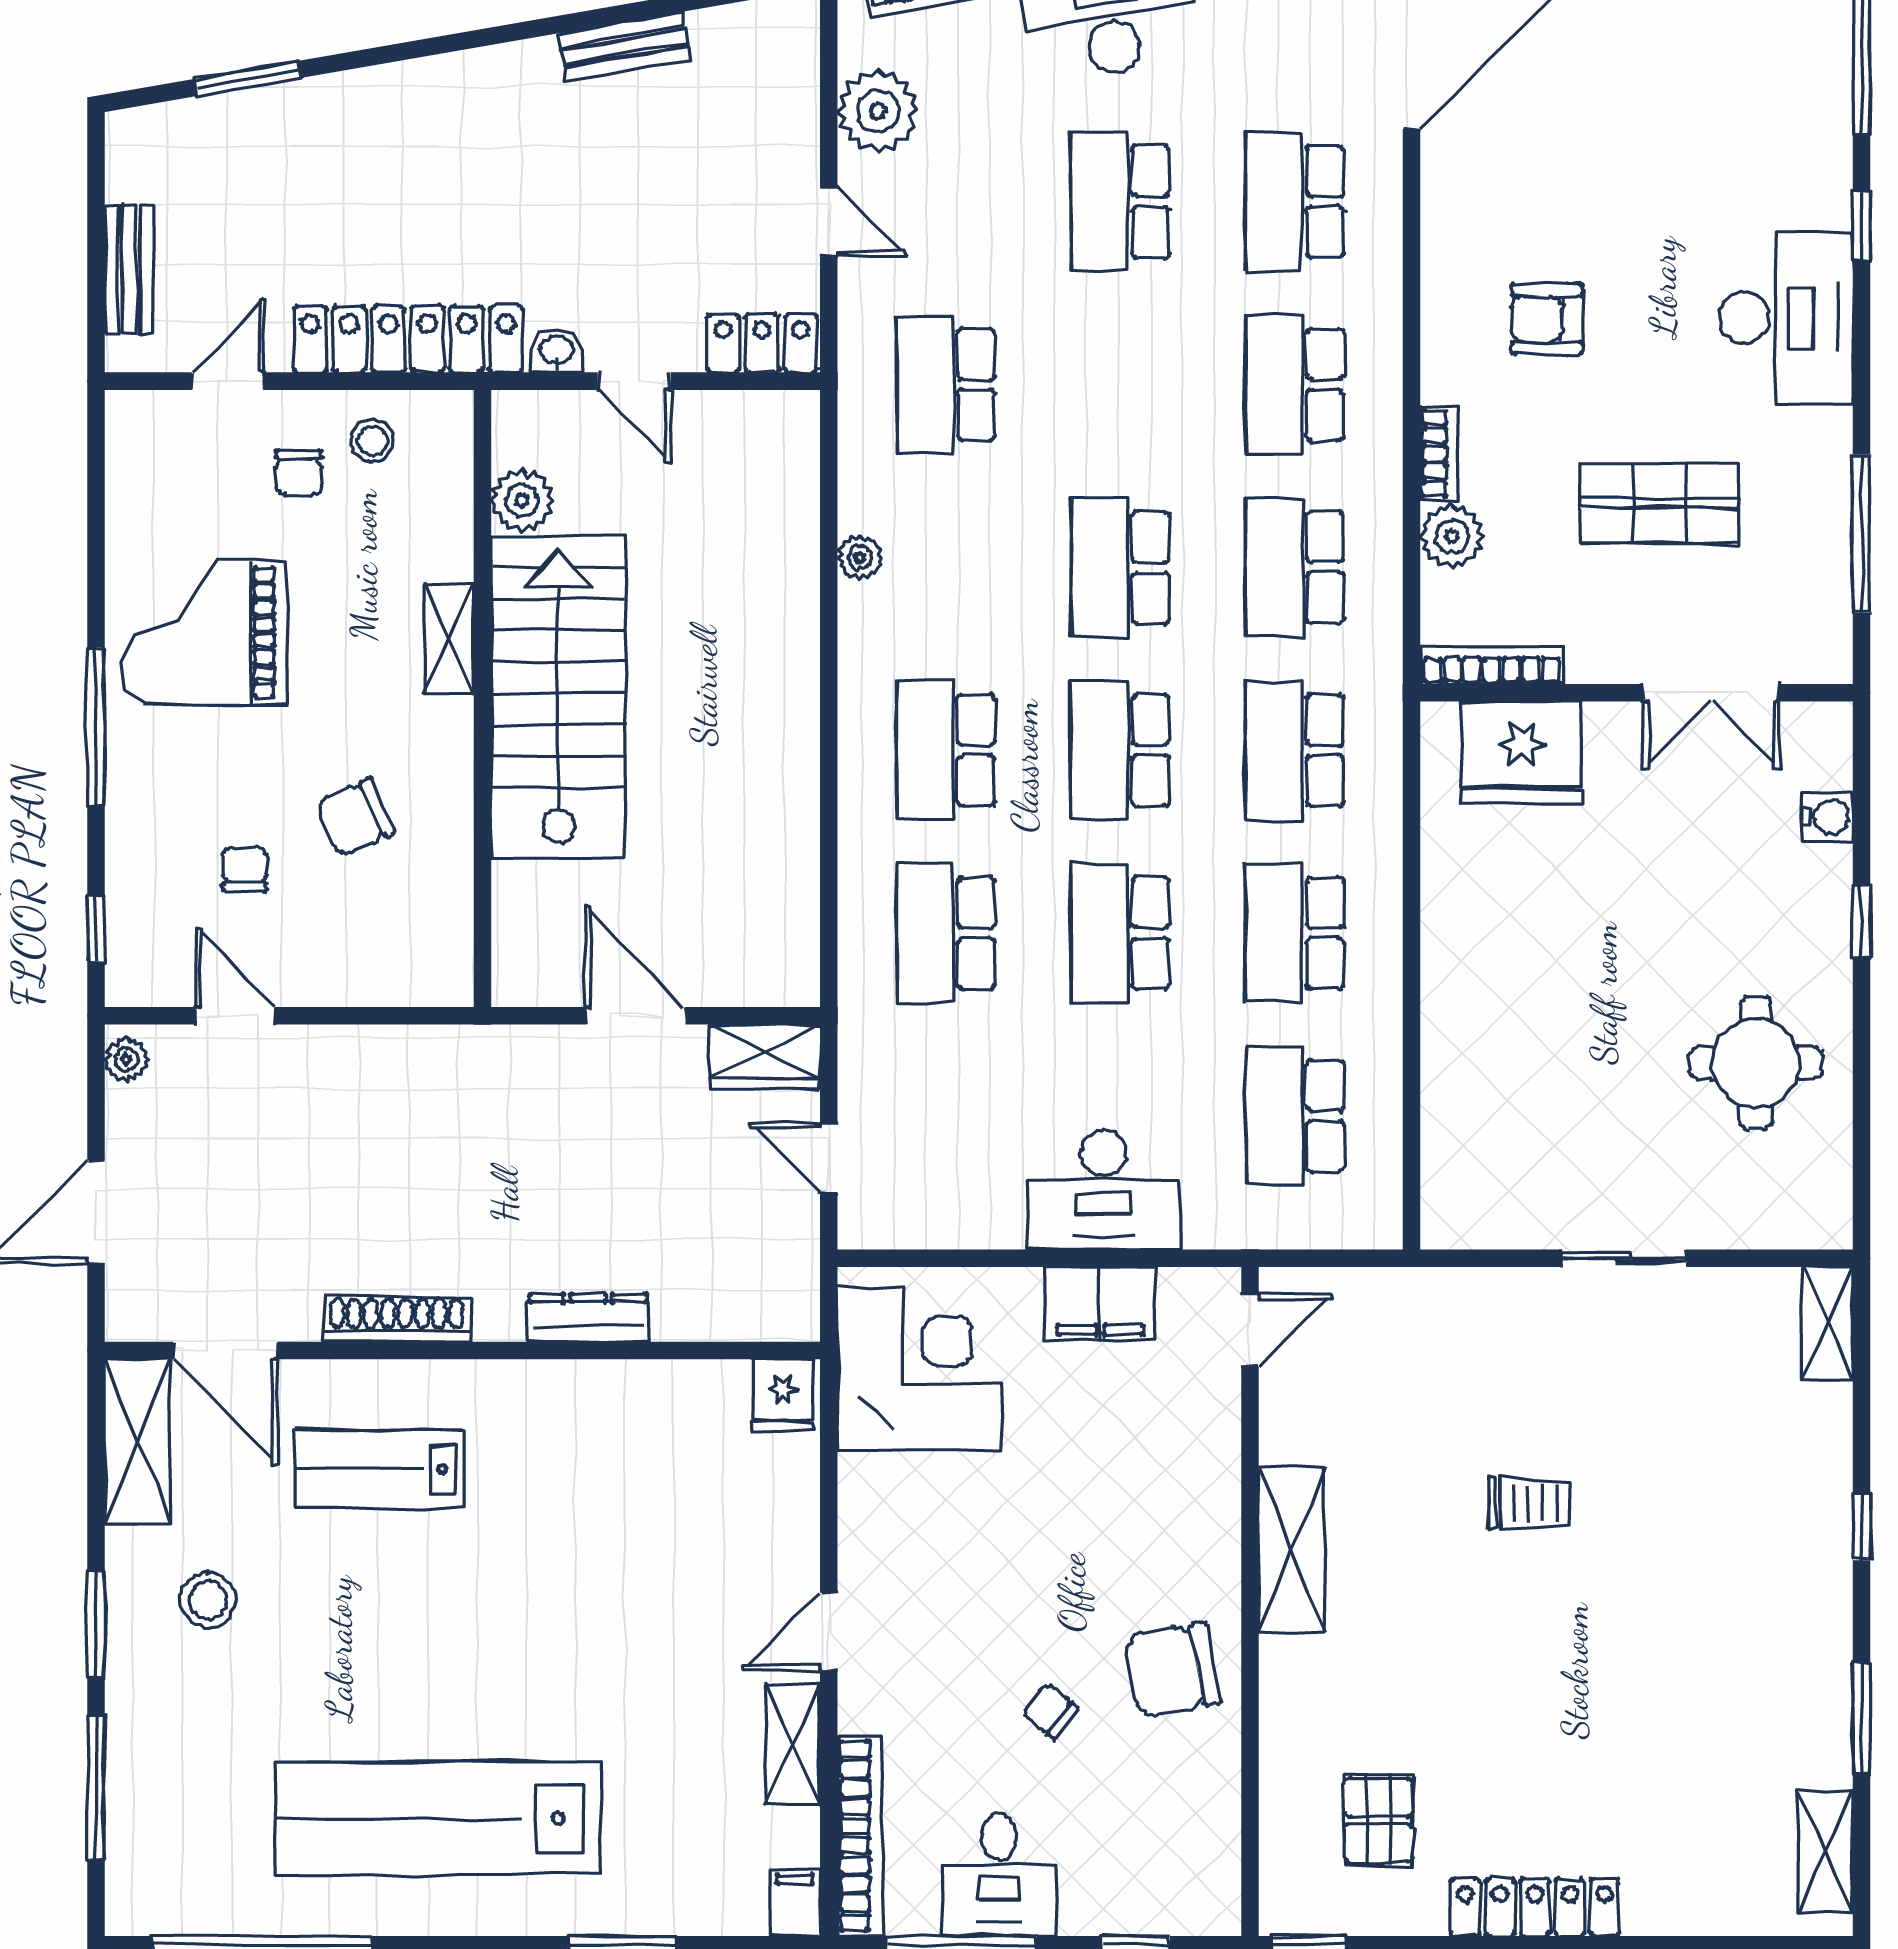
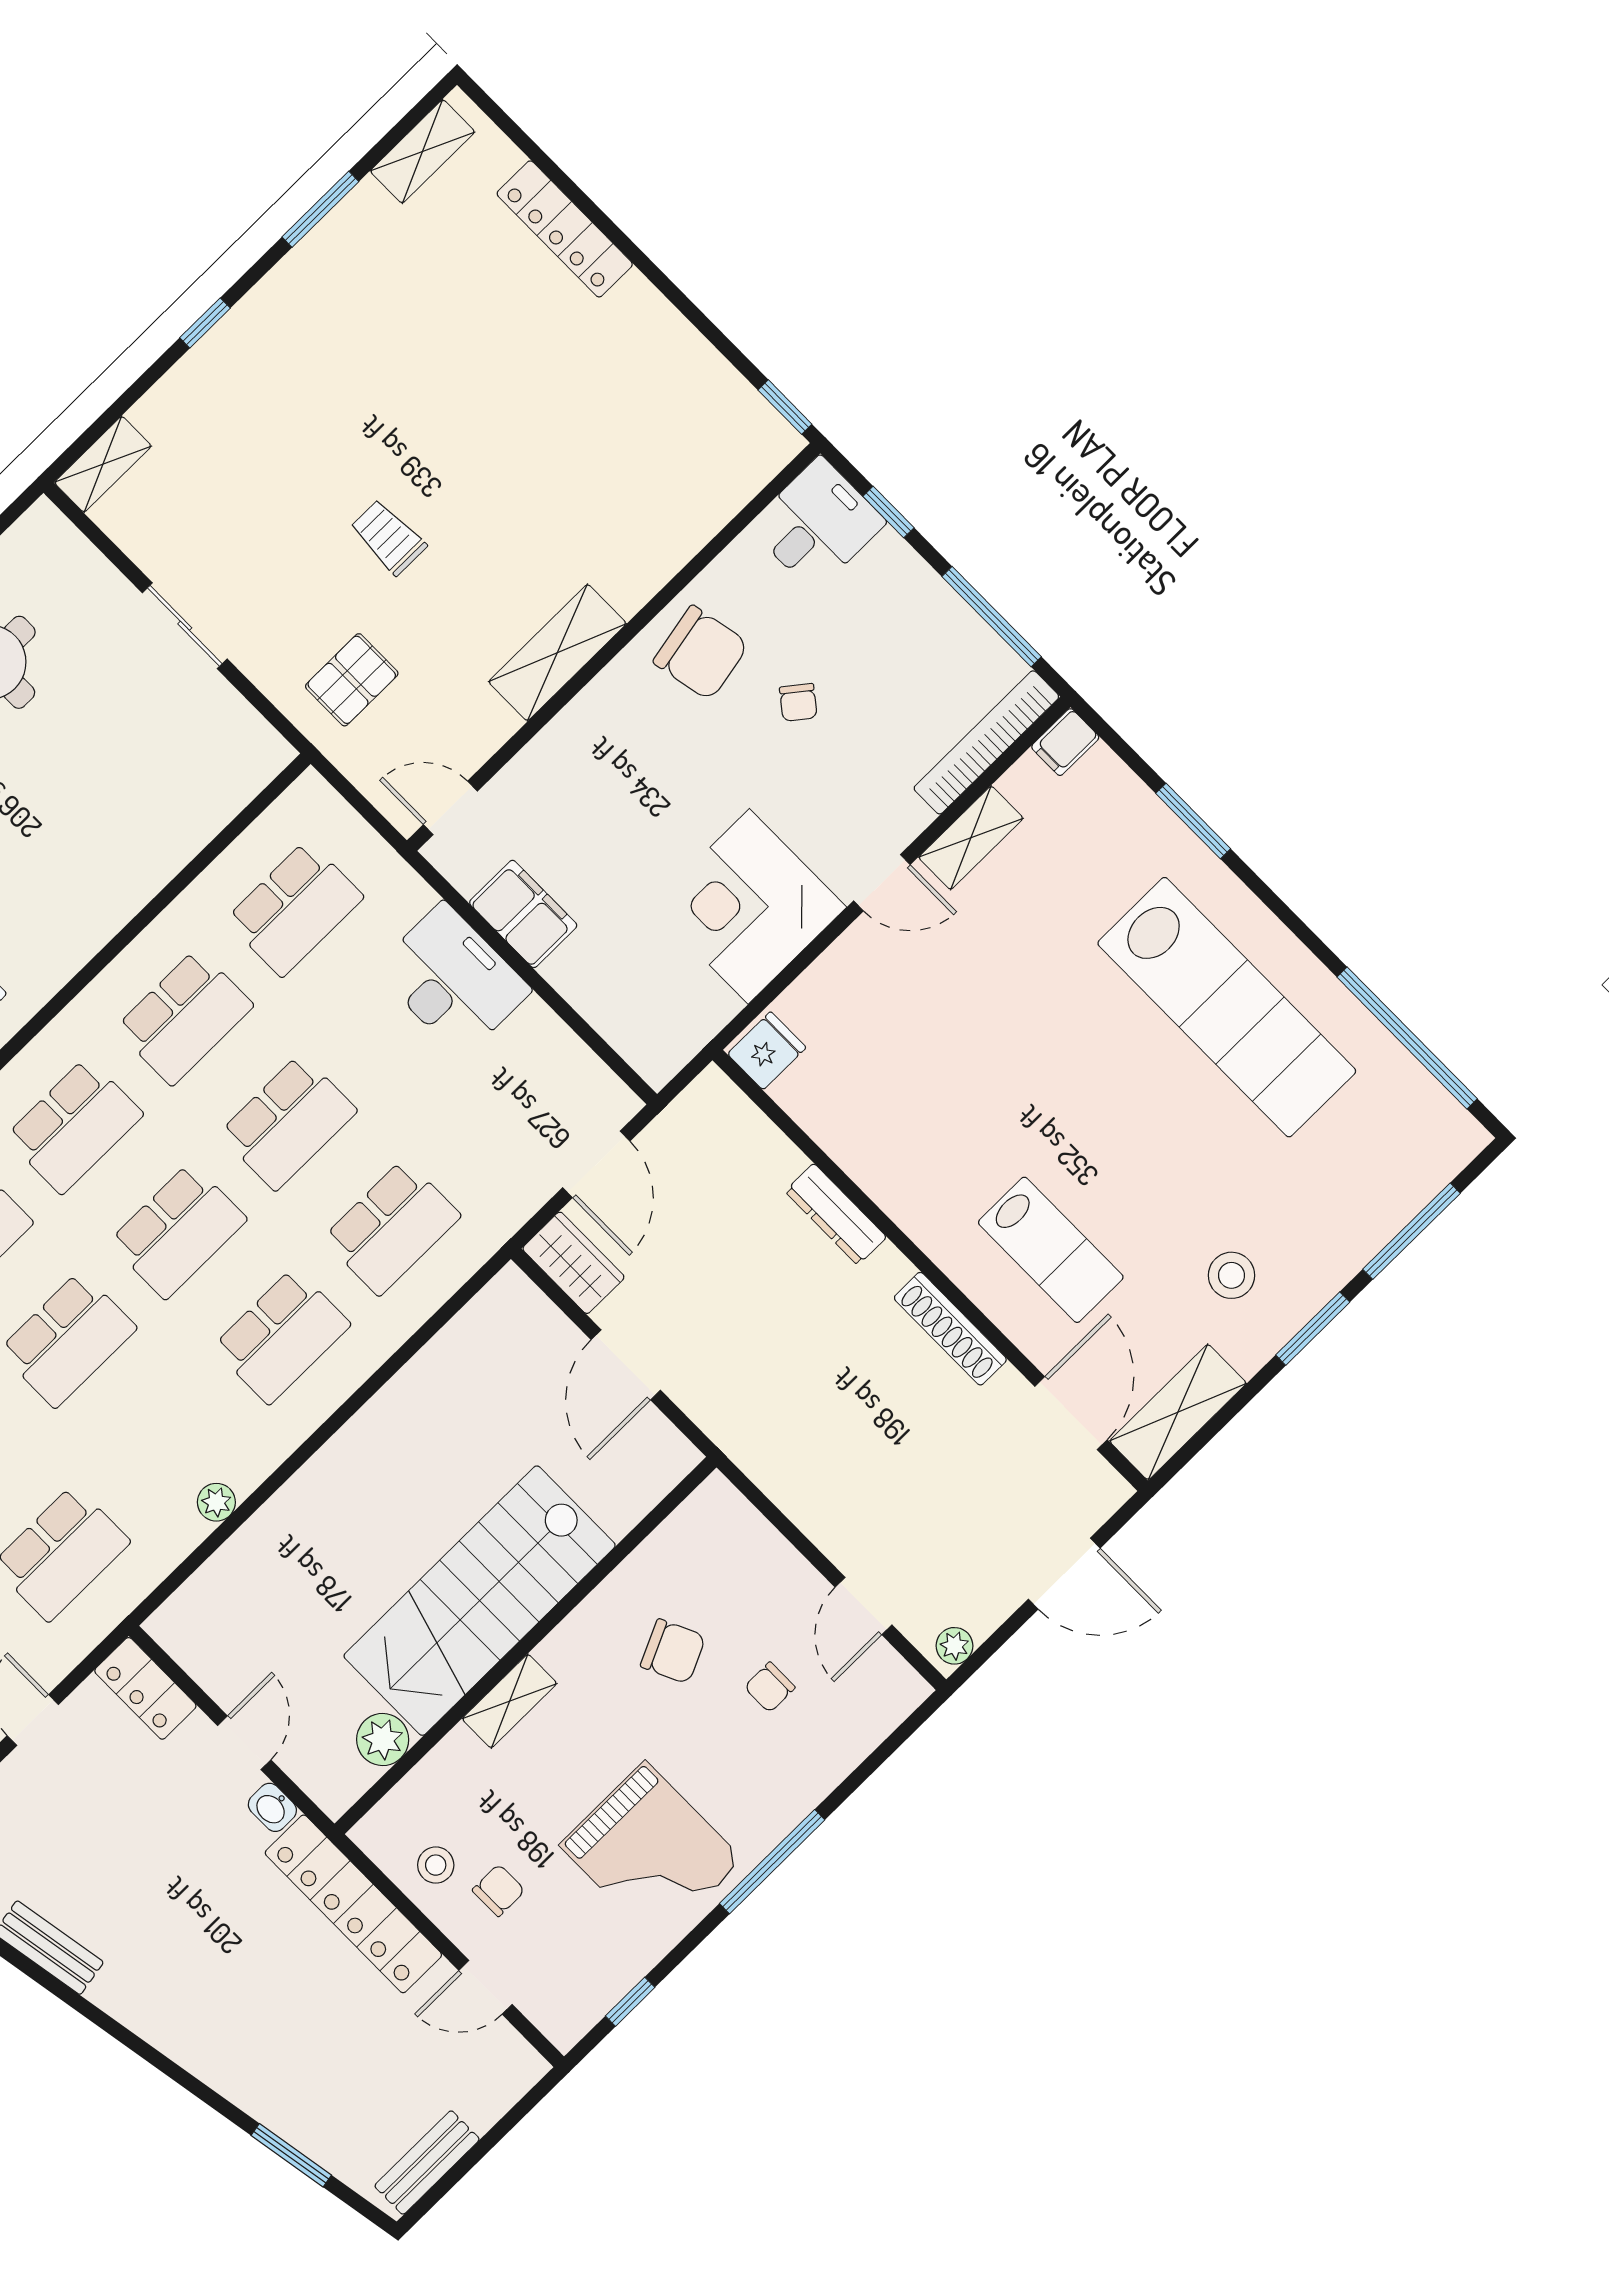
bench: (129, 270) -> (427, 2163), moved
window: (96, 929) -> (630, 2002), moved
door: (829, 1157) -> (596, 1164), width x1.38
corner desk: (919, 1369) -> (749, 906), moved
pallet: (1378, 1820) -> (352, 680), moved
desk: (999, 1875) -> (817, 524), moved
locker: (1535, 1907) -> (565, 229), moved

